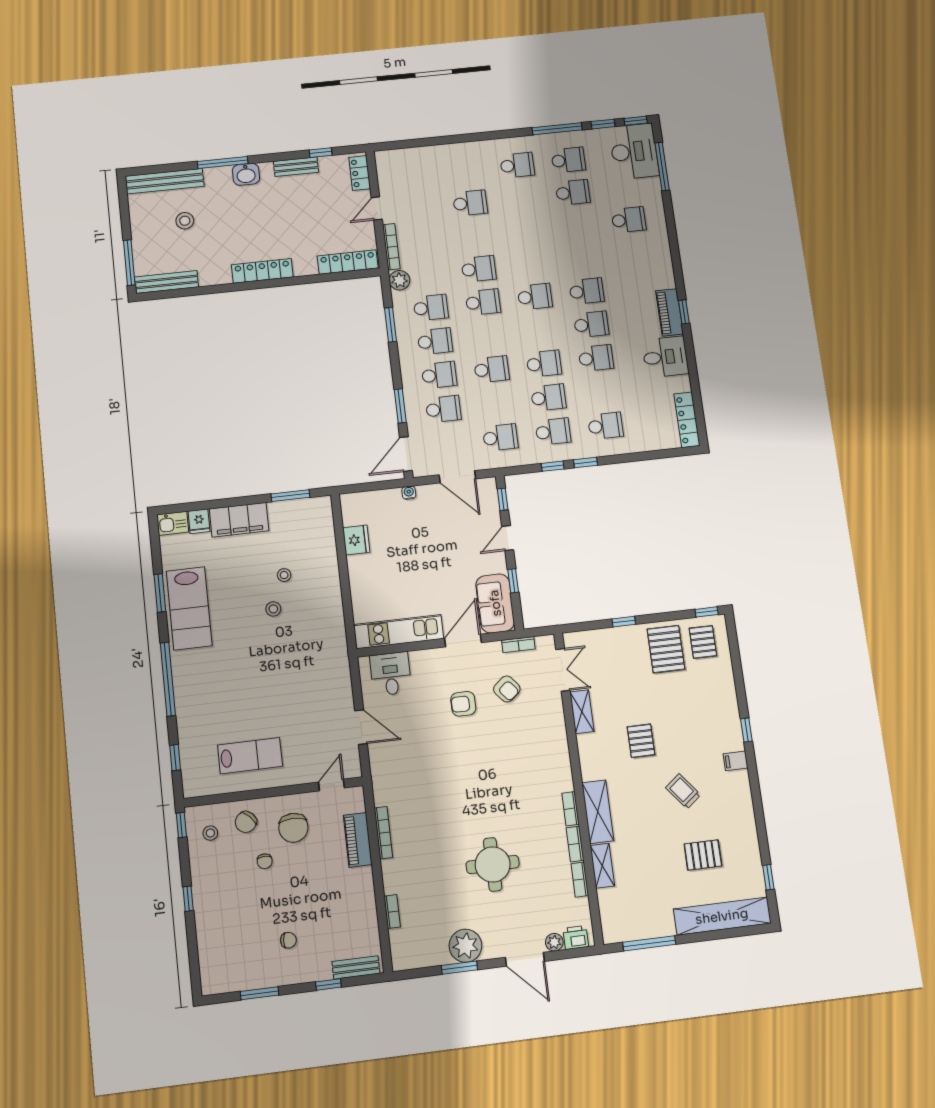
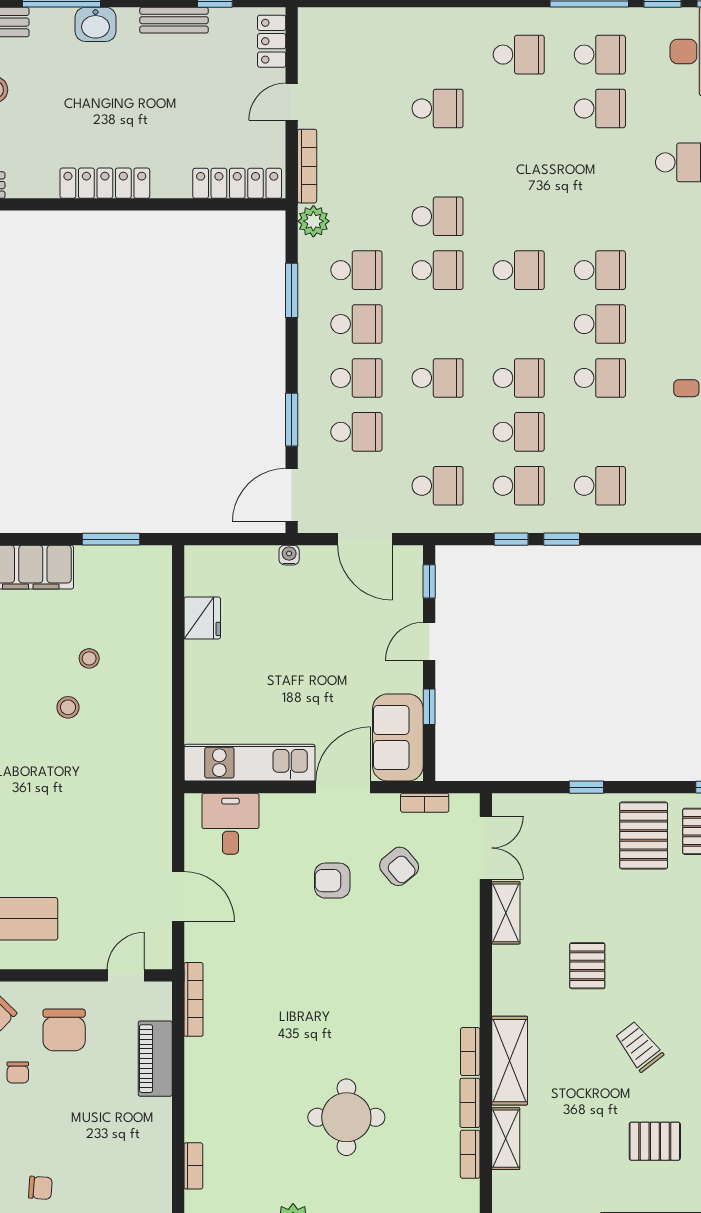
bookcase: (383, 833) -> (193, 999), moved

